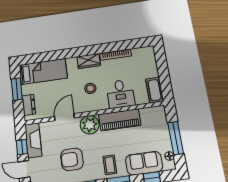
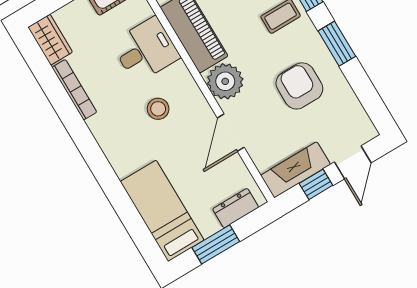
wardrobe: (89, 61) -> (50, 40), moved
door: (64, 117) -> (231, 133), hinge flipped
armchair: (72, 159) -> (299, 86), turned 180

